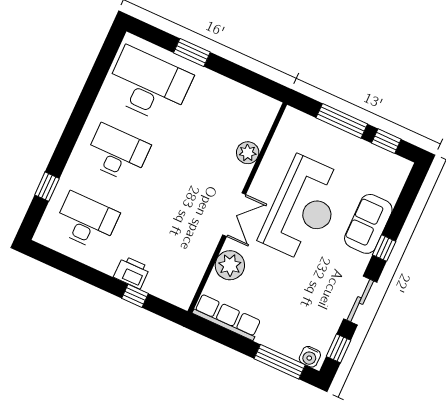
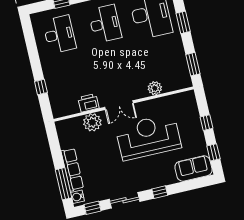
window: (254, 81) -> (193, 64), added
window: (342, 121) -> (206, 123), width x0.46
reception desk: (303, 209) -> (148, 137), turned 180
sofa: (368, 224) -> (193, 169), moved
printer: (132, 272) -> (88, 103), moved, turned -90
row of seats: (227, 317) -> (72, 170), moved

